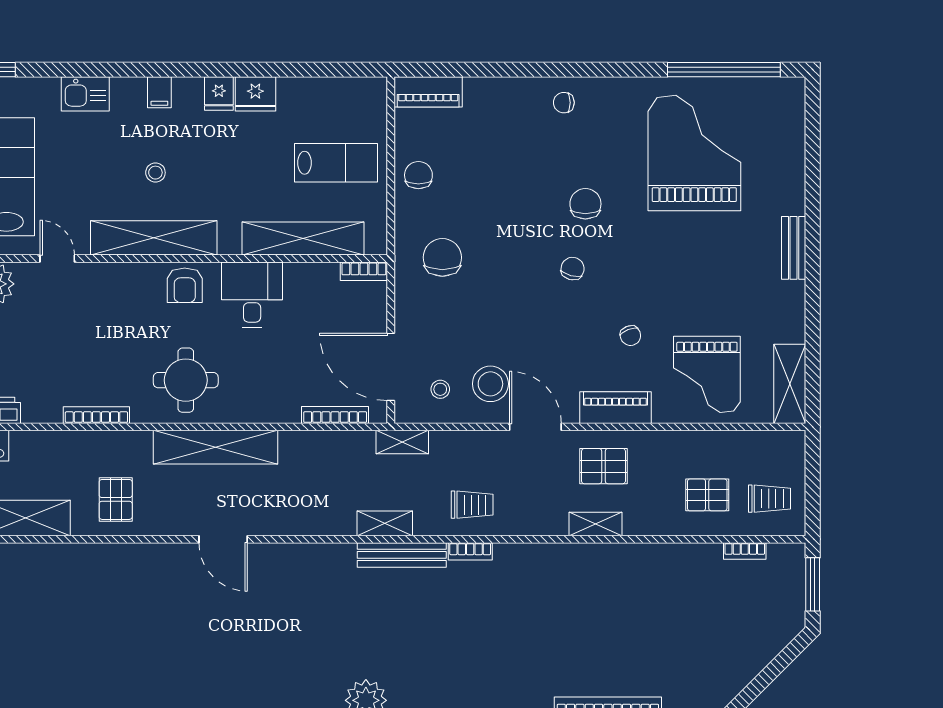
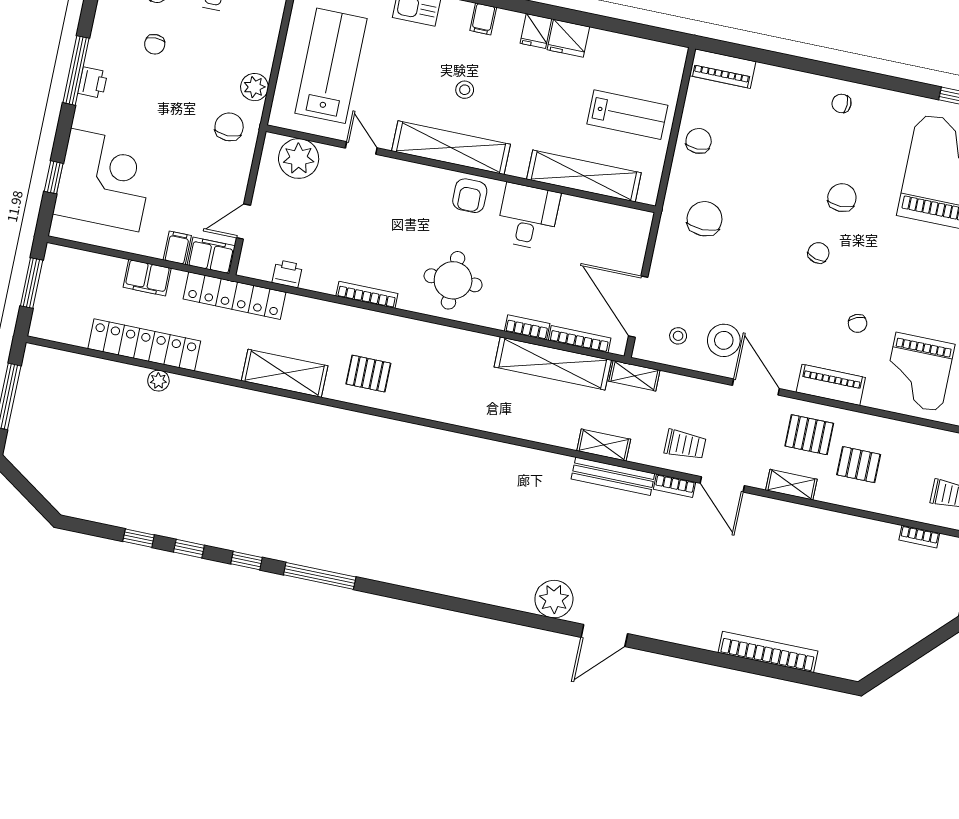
bookcase: (364, 271) -> (527, 327), moved, turned 180
shelving: (215, 447) -> (553, 364), moved
pallet: (707, 495) -> (859, 465), moved
pallet: (116, 499) -> (368, 374), turned 90
door: (223, 539) -> (722, 484), moved

